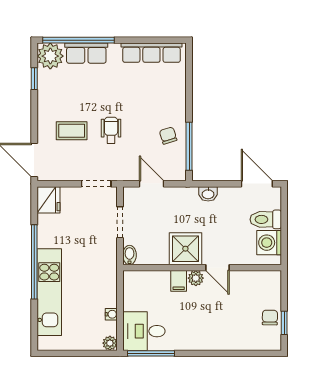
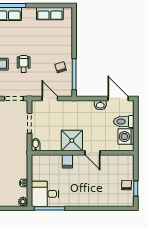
row of seats: (151, 53) -> (50, 14), width x0.68
washbasin: (208, 194) -> (100, 105), moved
plant: (196, 278) -> (78, 160), removed

